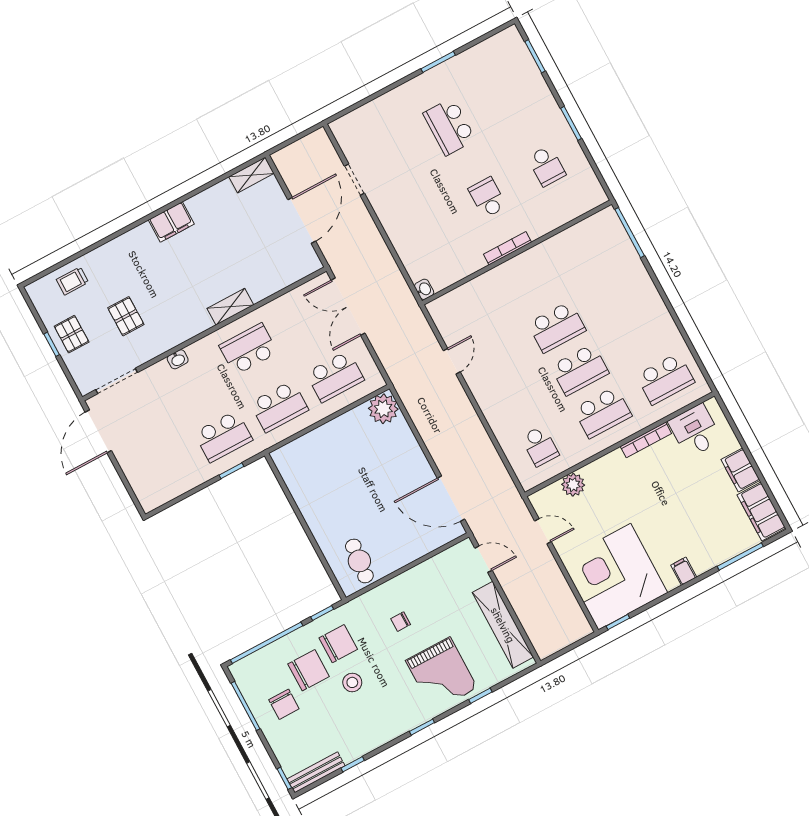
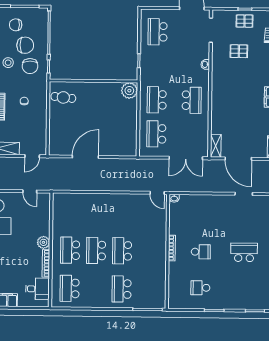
shelving: (230, 307) -> (216, 146), moved
double door: (348, 307) -> (186, 158), swing flipped
door: (452, 361) -> (157, 193), moved
plant: (383, 409) -> (129, 91), moved
school desk: (223, 436) -> (158, 32), moved
school desk: (540, 446) -> (122, 289), moved, width x1.85
plant: (573, 485) -> (43, 242), moved
door: (451, 499) -> (85, 157), moved
door: (543, 531) -> (30, 191), hinge flipped
chair: (309, 670) -> (25, 45), turned -90

